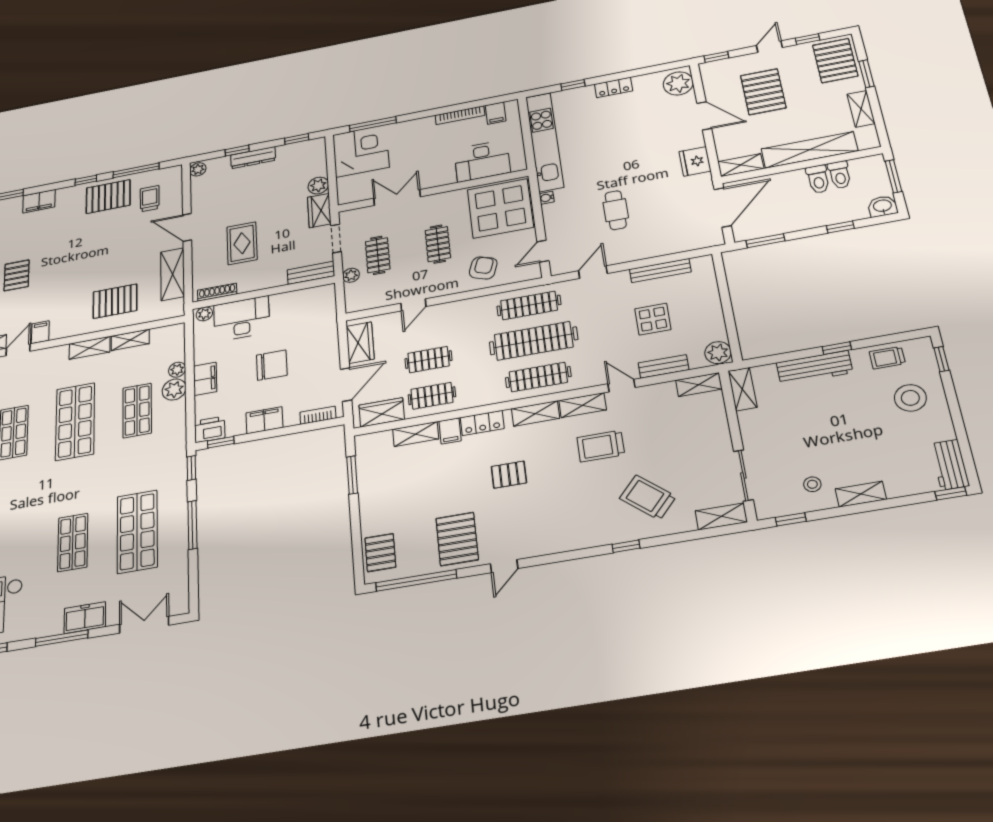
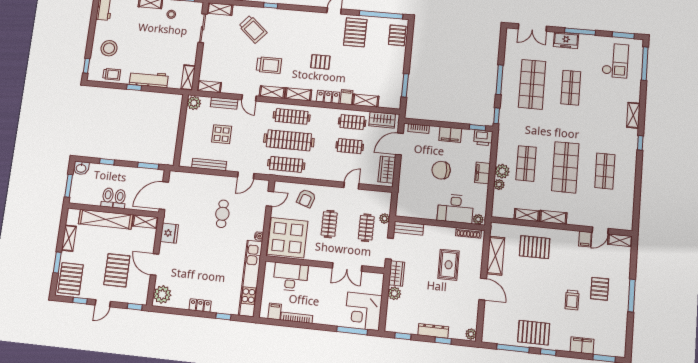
toilet: (840, 175) -> (120, 199), moved
trolley: (150, 199) -> (572, 300), moved

